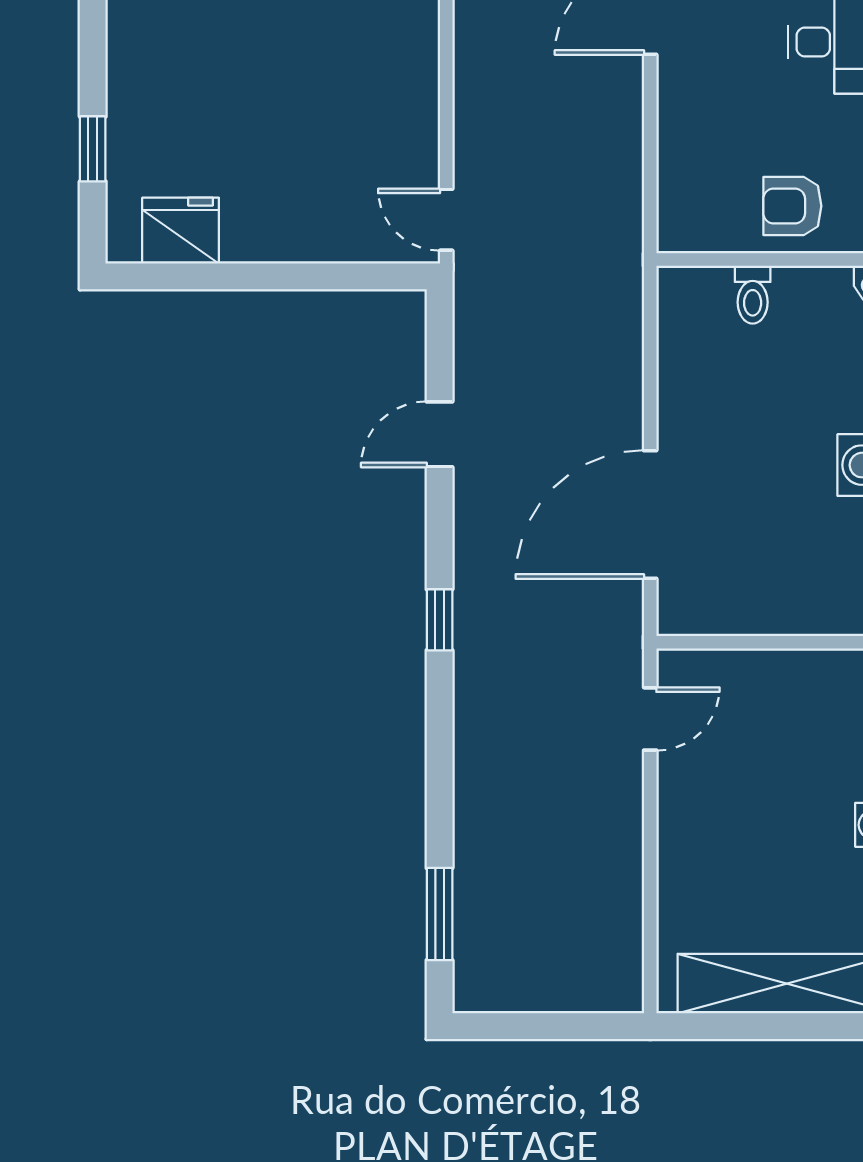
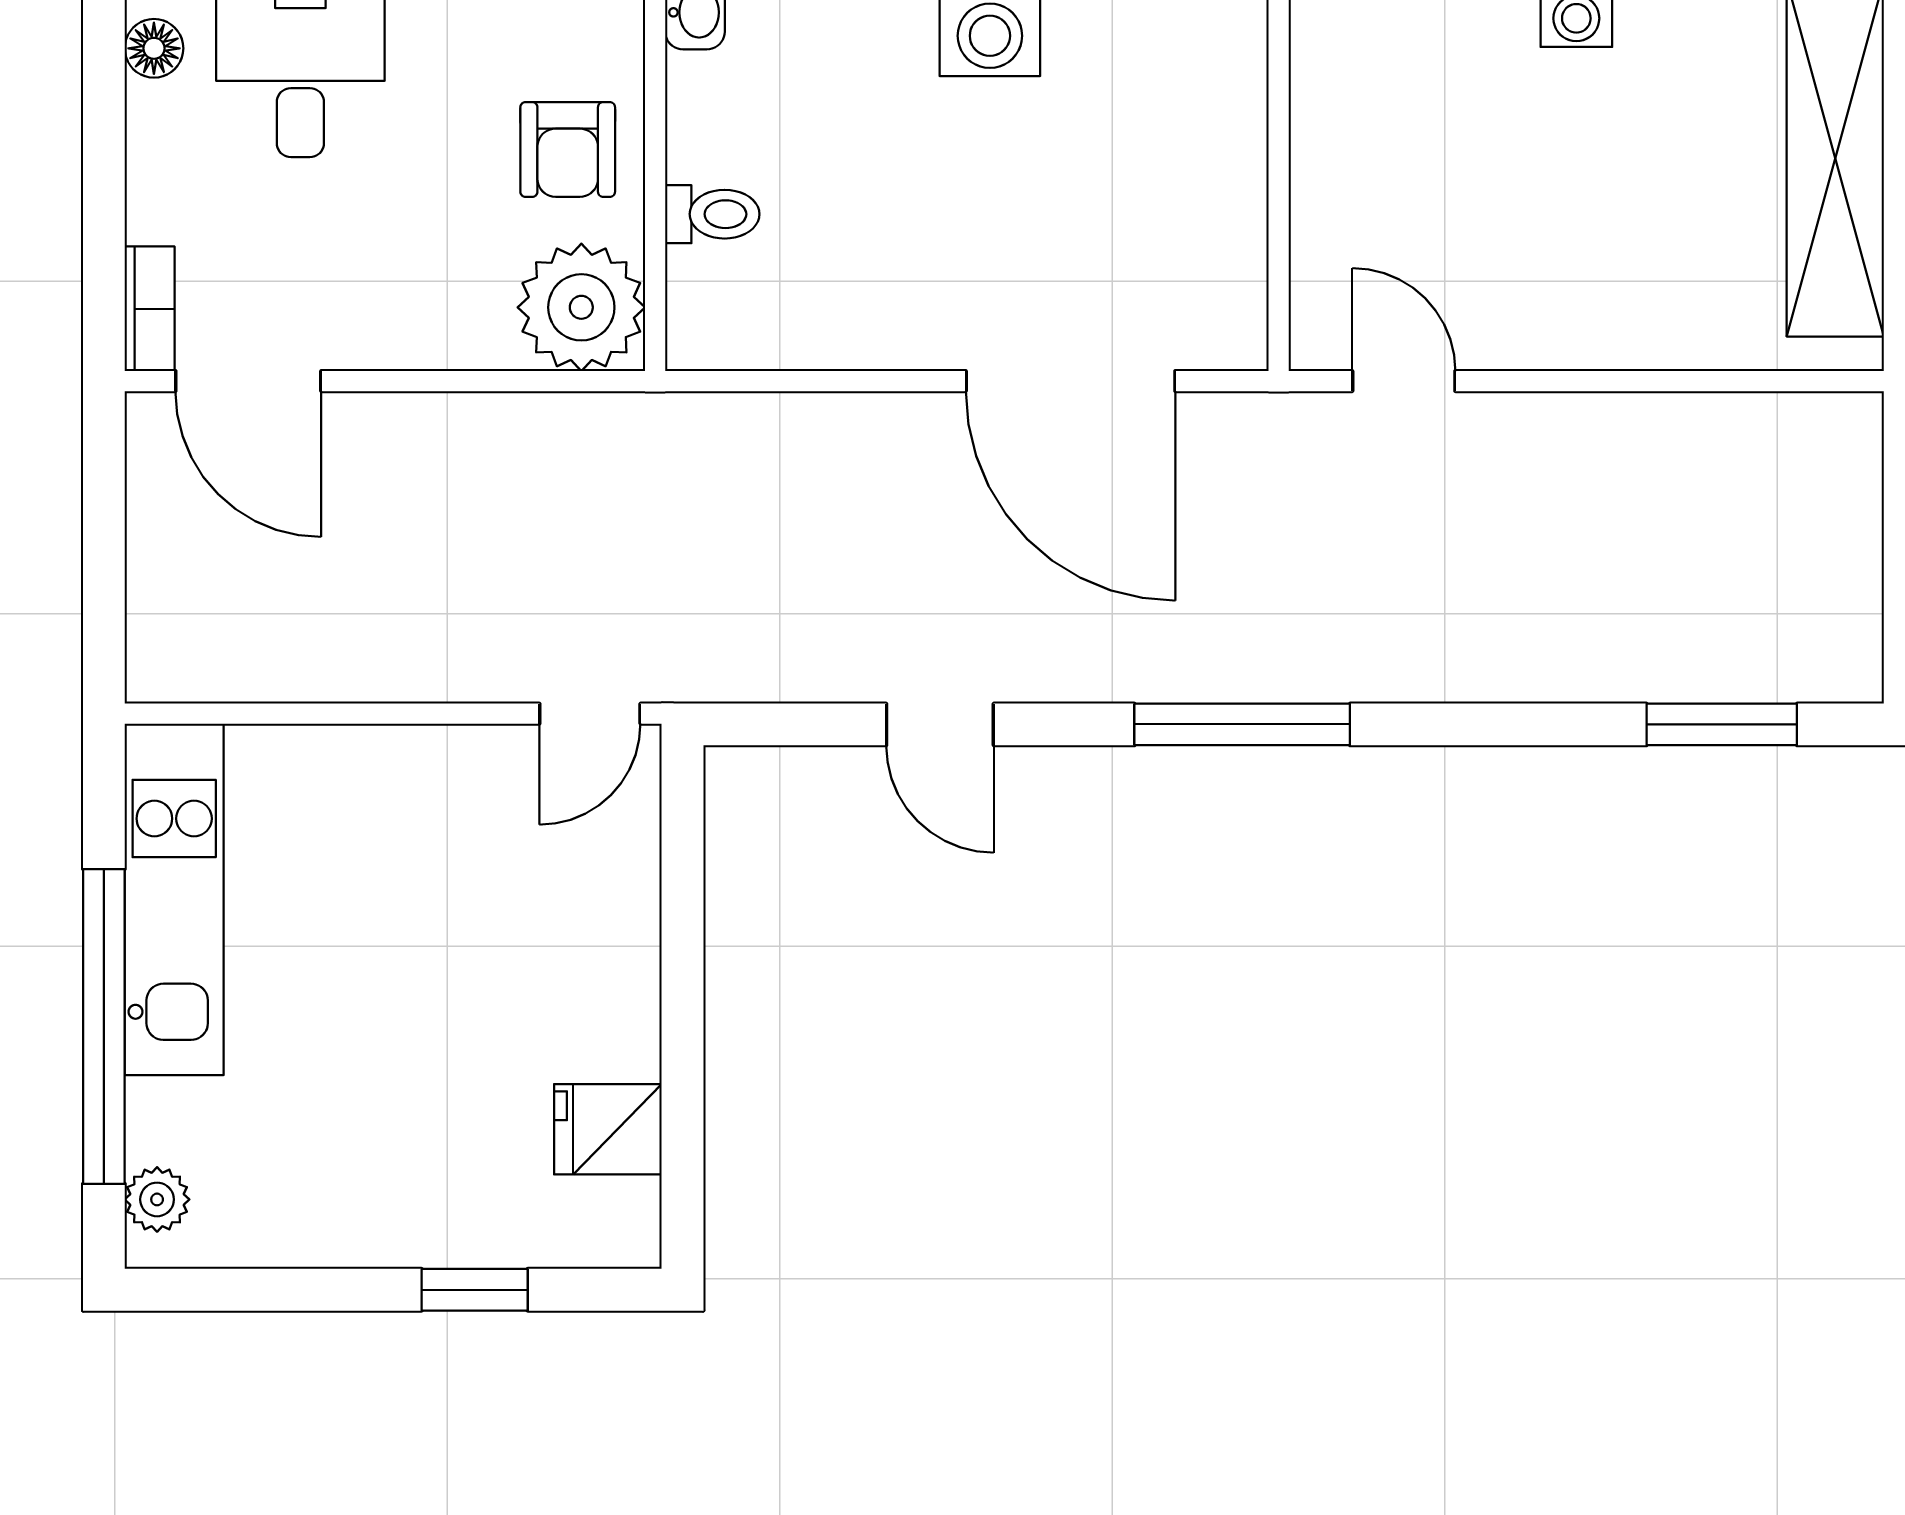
plant: (695, 214) -> (581, 307), added
fridge: (181, 231) -> (608, 1129), width x0.72
window: (440, 620) -> (1242, 724), width x2.17

